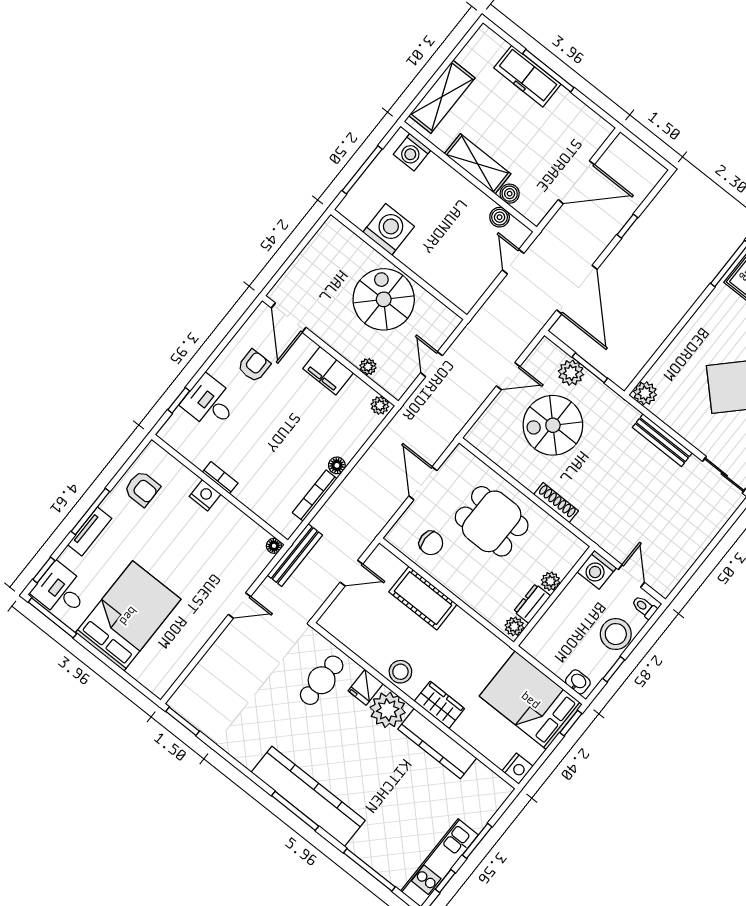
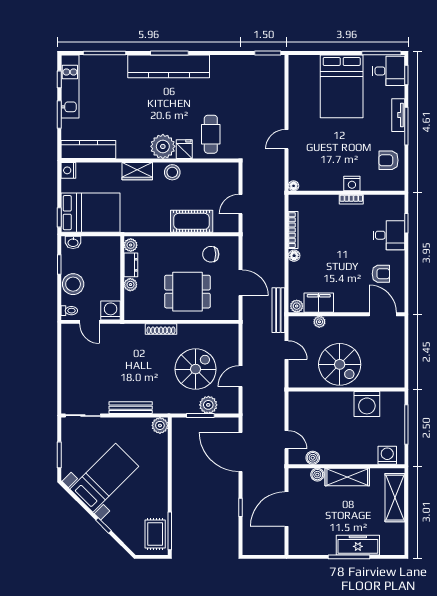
armchair: (254, 366) -> (381, 274), turned -90
filing cabinet: (328, 371) -> (319, 303), moved
bench: (295, 555) -> (278, 310), moved
kitchen counter: (437, 743) -> (88, 150), moved

